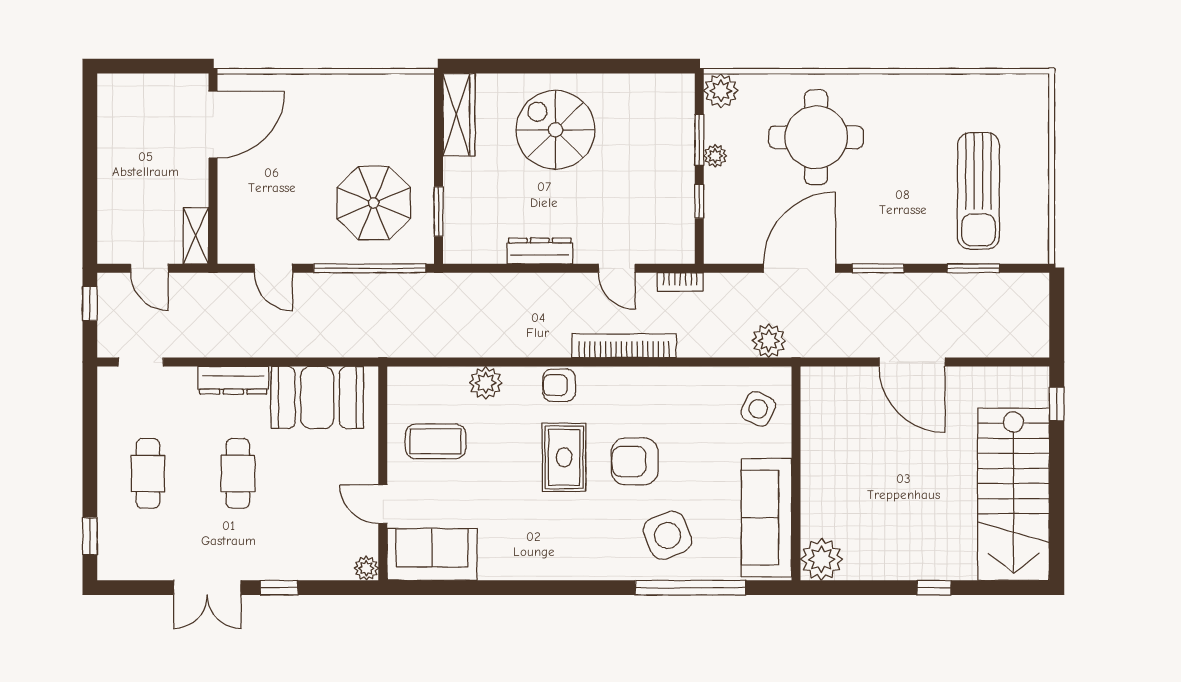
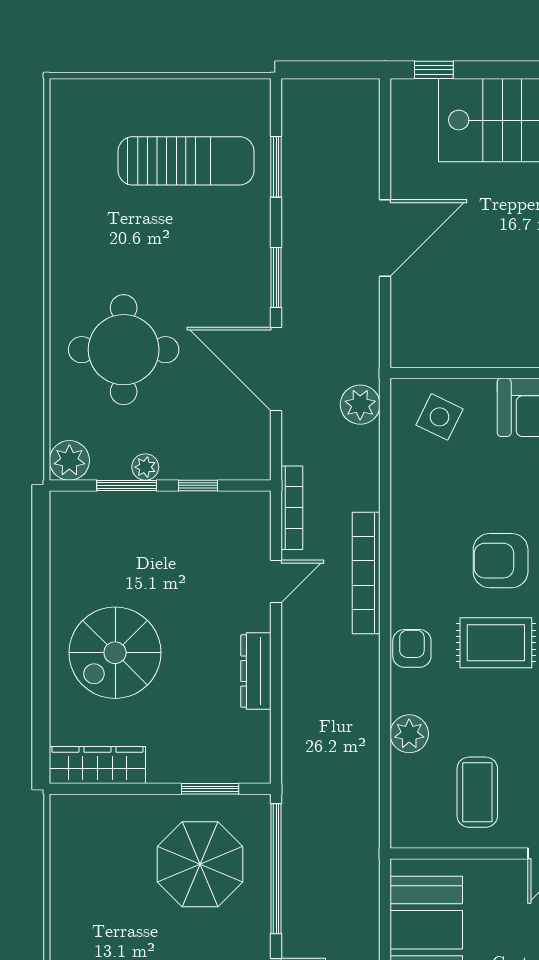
bookcase: (680, 282) -> (292, 508), width x1.56
armchair: (559, 385) -> (412, 648), turned 180
armchair: (635, 461) -> (501, 561), turned 90

